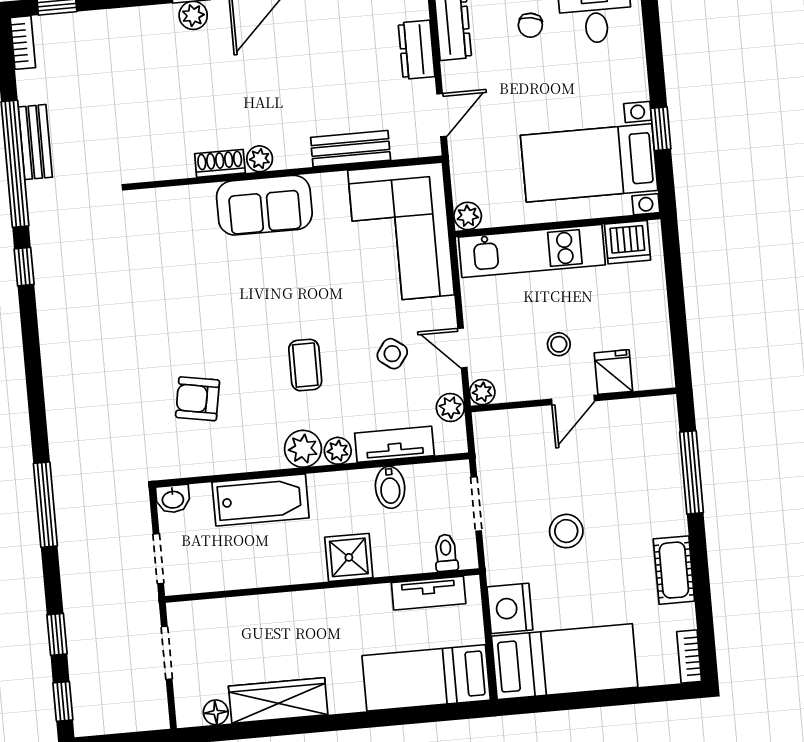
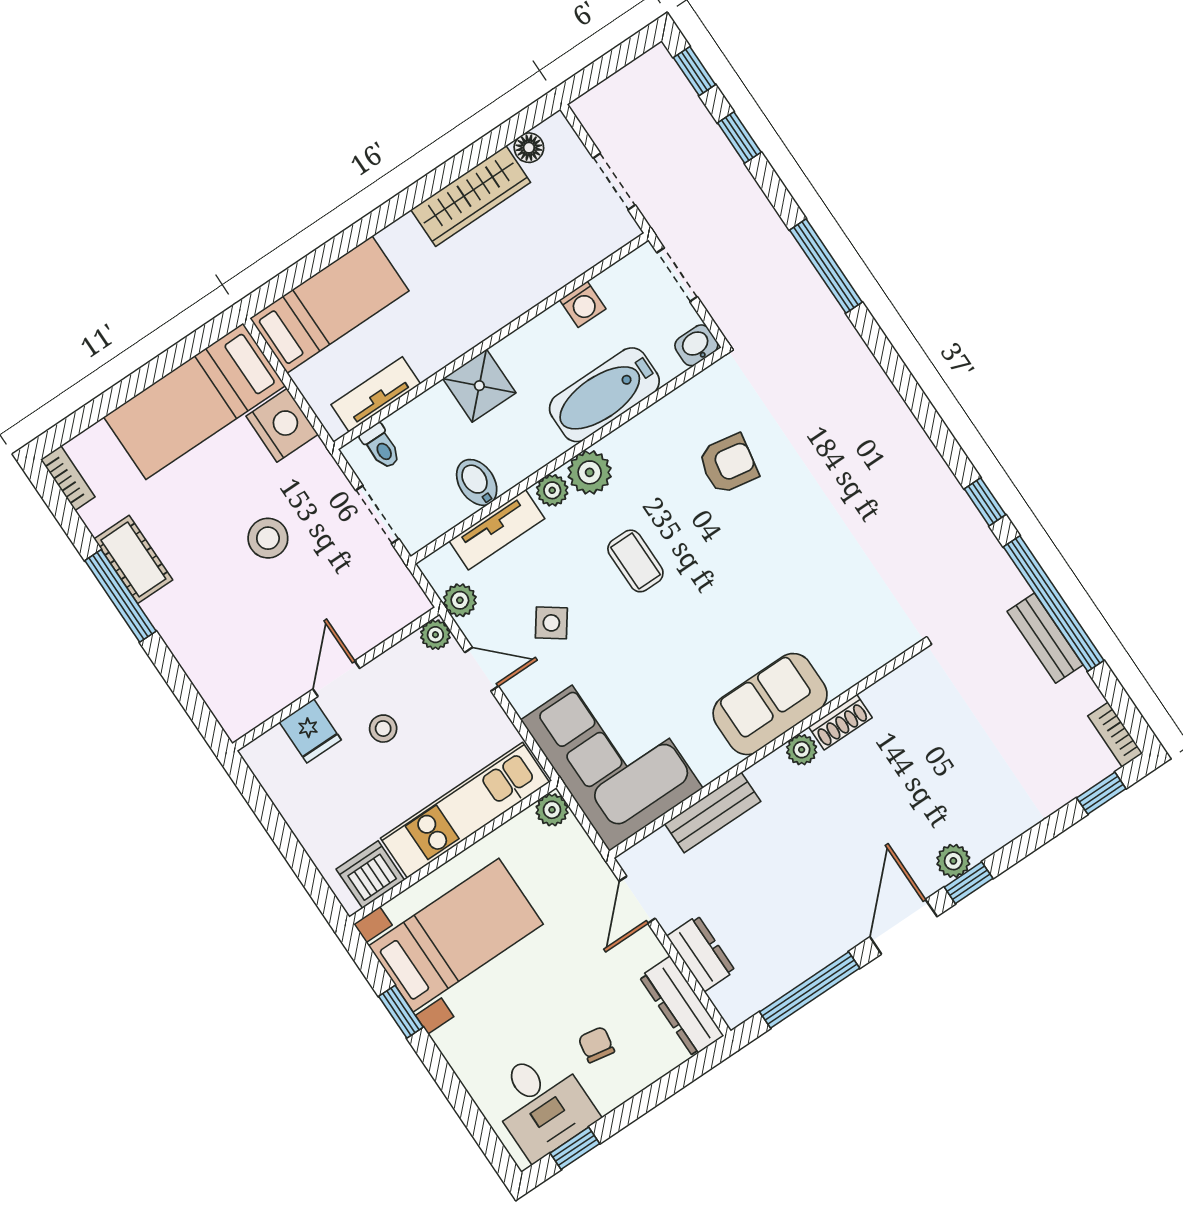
window: (691, 472) -> (120, 596), moved
washing machine: (240, 575) -> (583, 304), added

